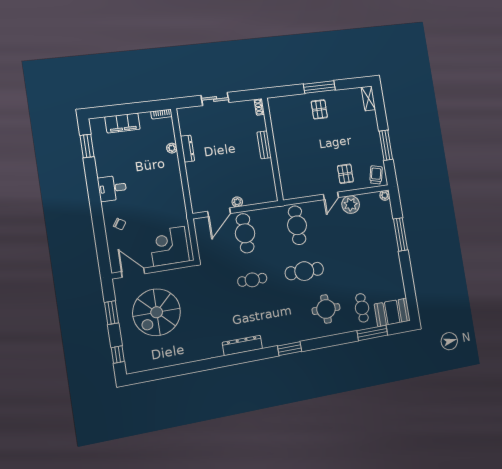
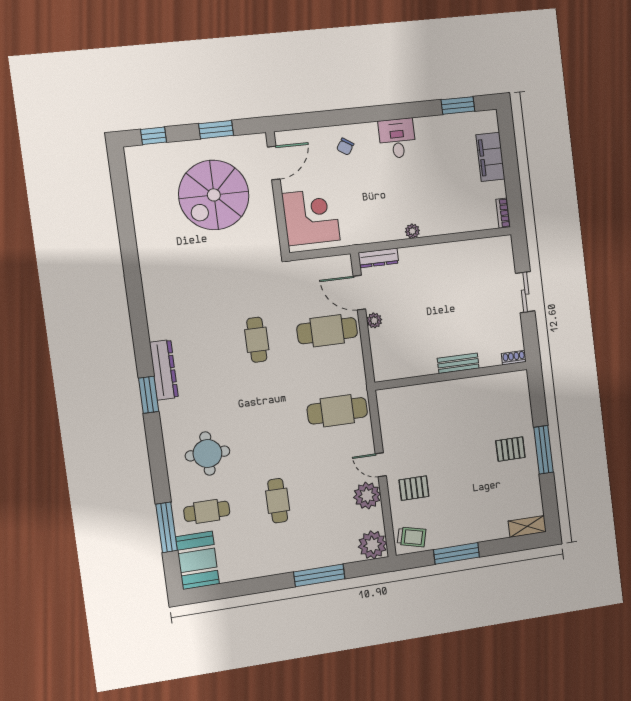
plant: (172, 148) -> (412, 231), moved
dresser: (187, 149) -> (378, 258), moved
plant: (385, 195) -> (373, 545), width x1.87, depth x1.87
cafe table: (304, 271) -> (278, 501), moved, width x0.73, depth x0.74
spiral stairs: (157, 312) -> (214, 195), turned -90
dresser: (242, 345) -> (164, 370), moved

